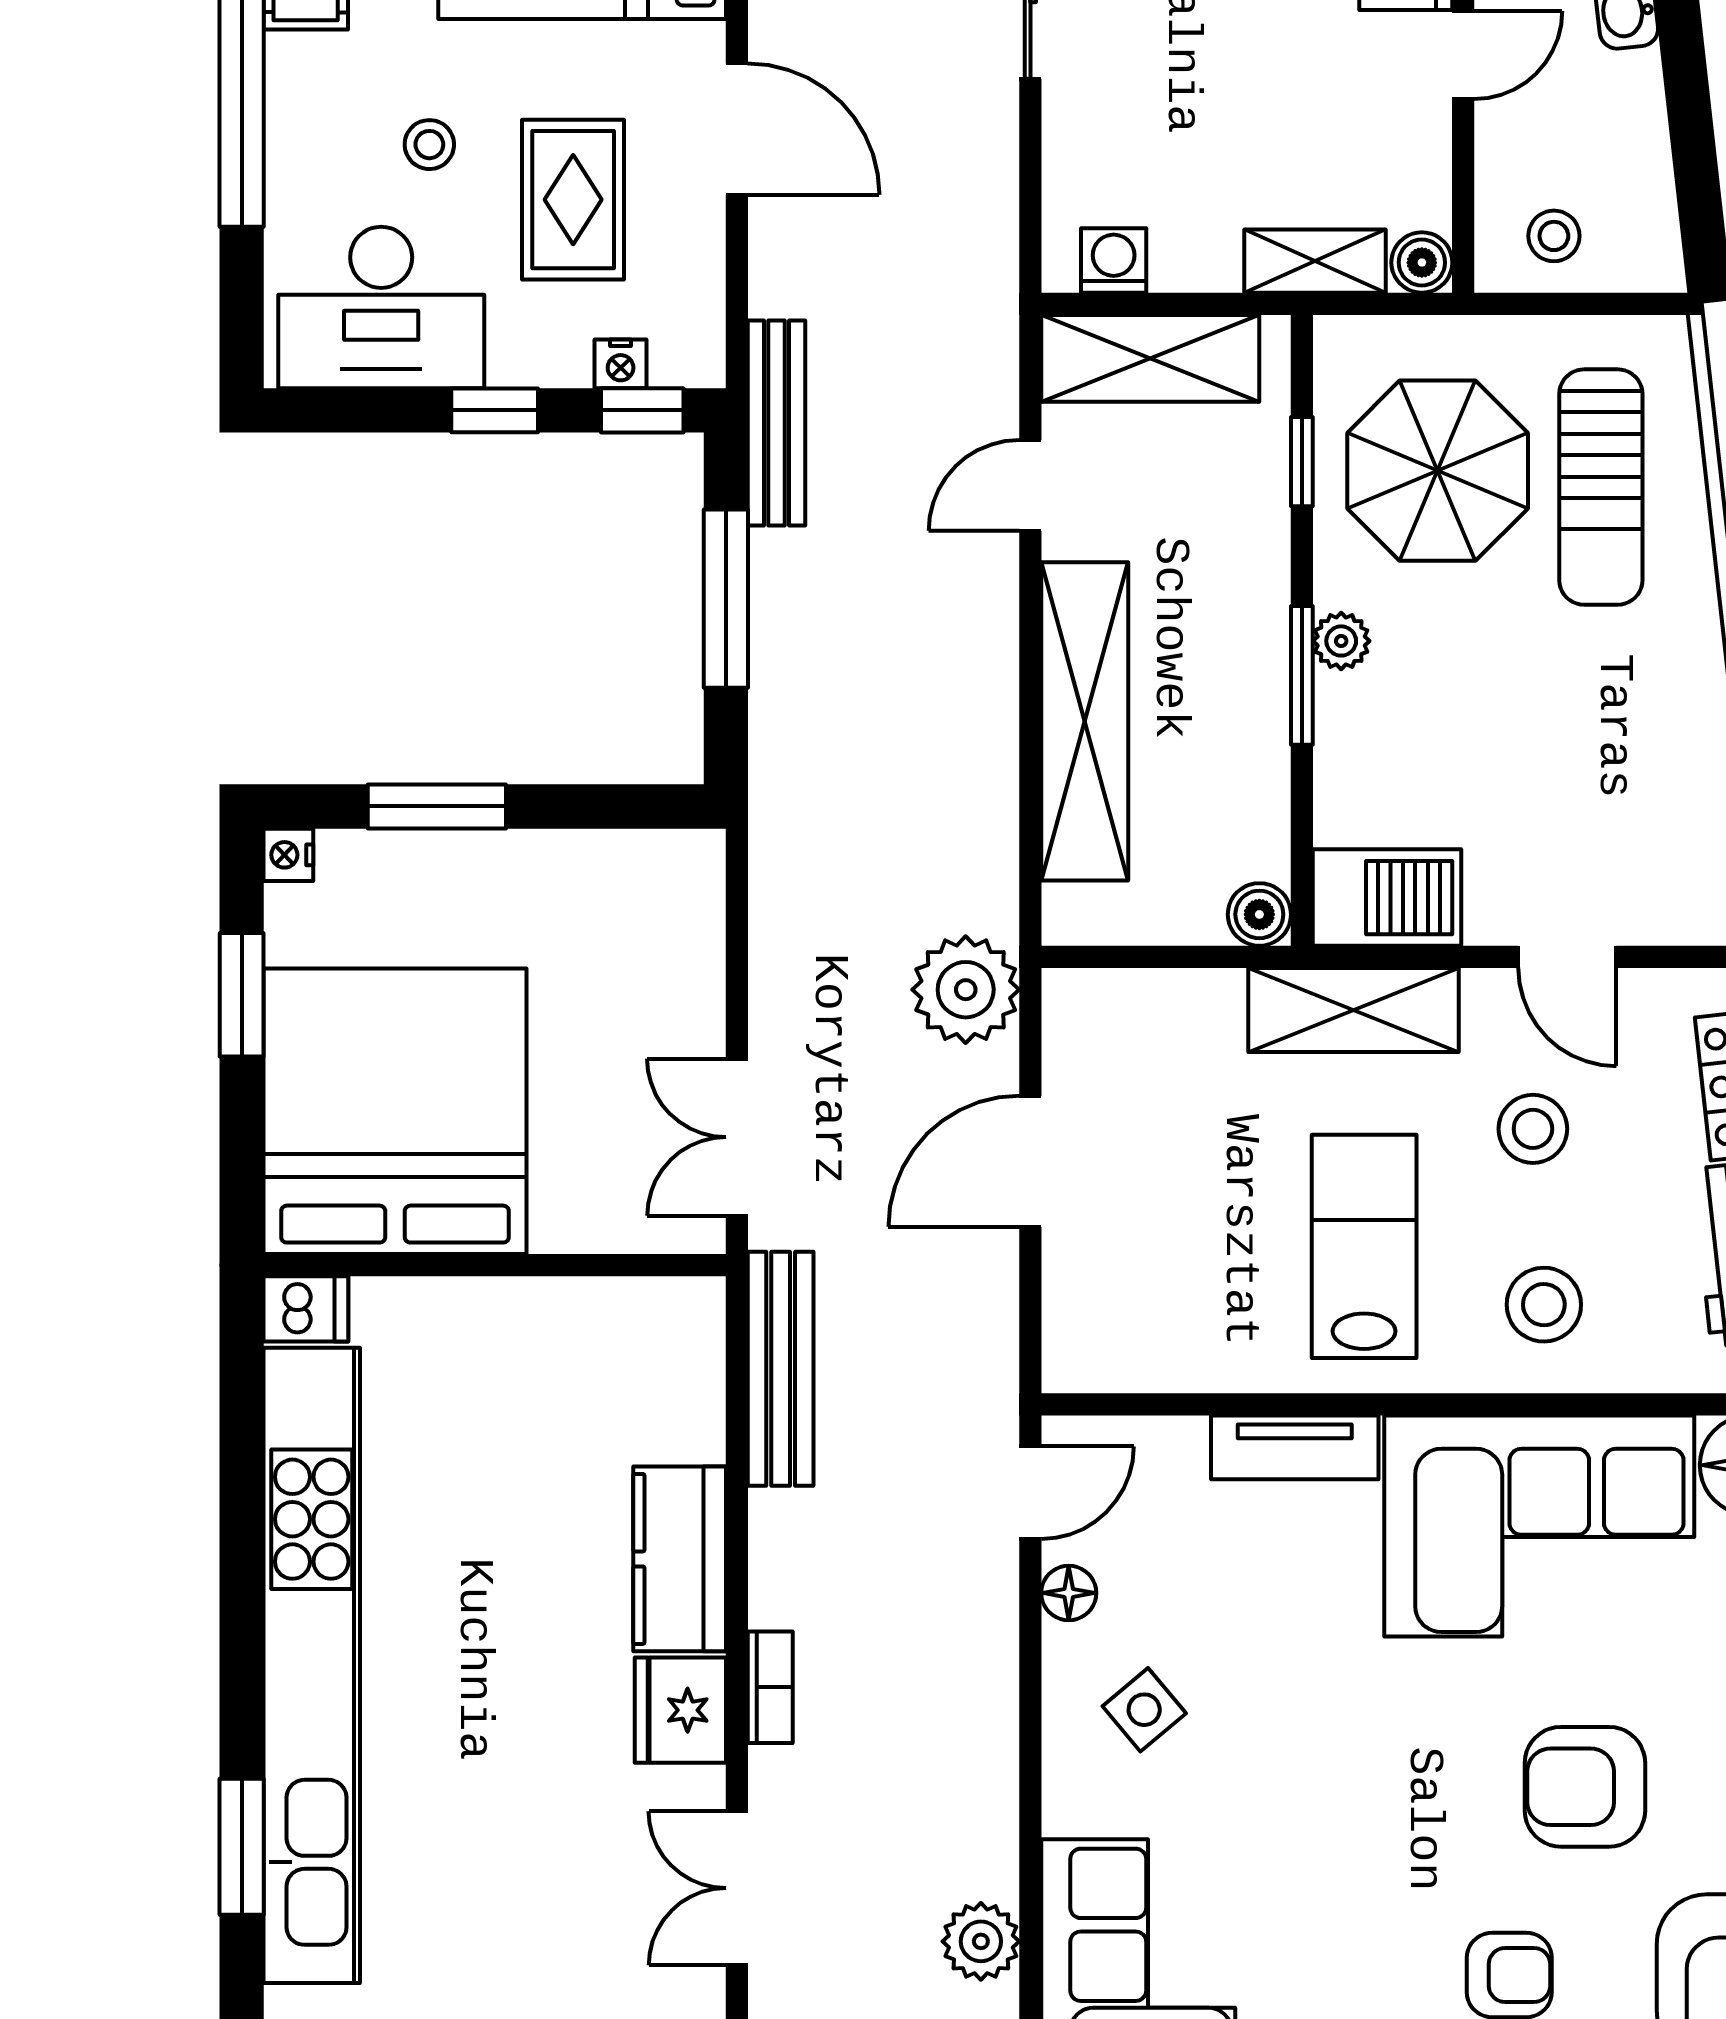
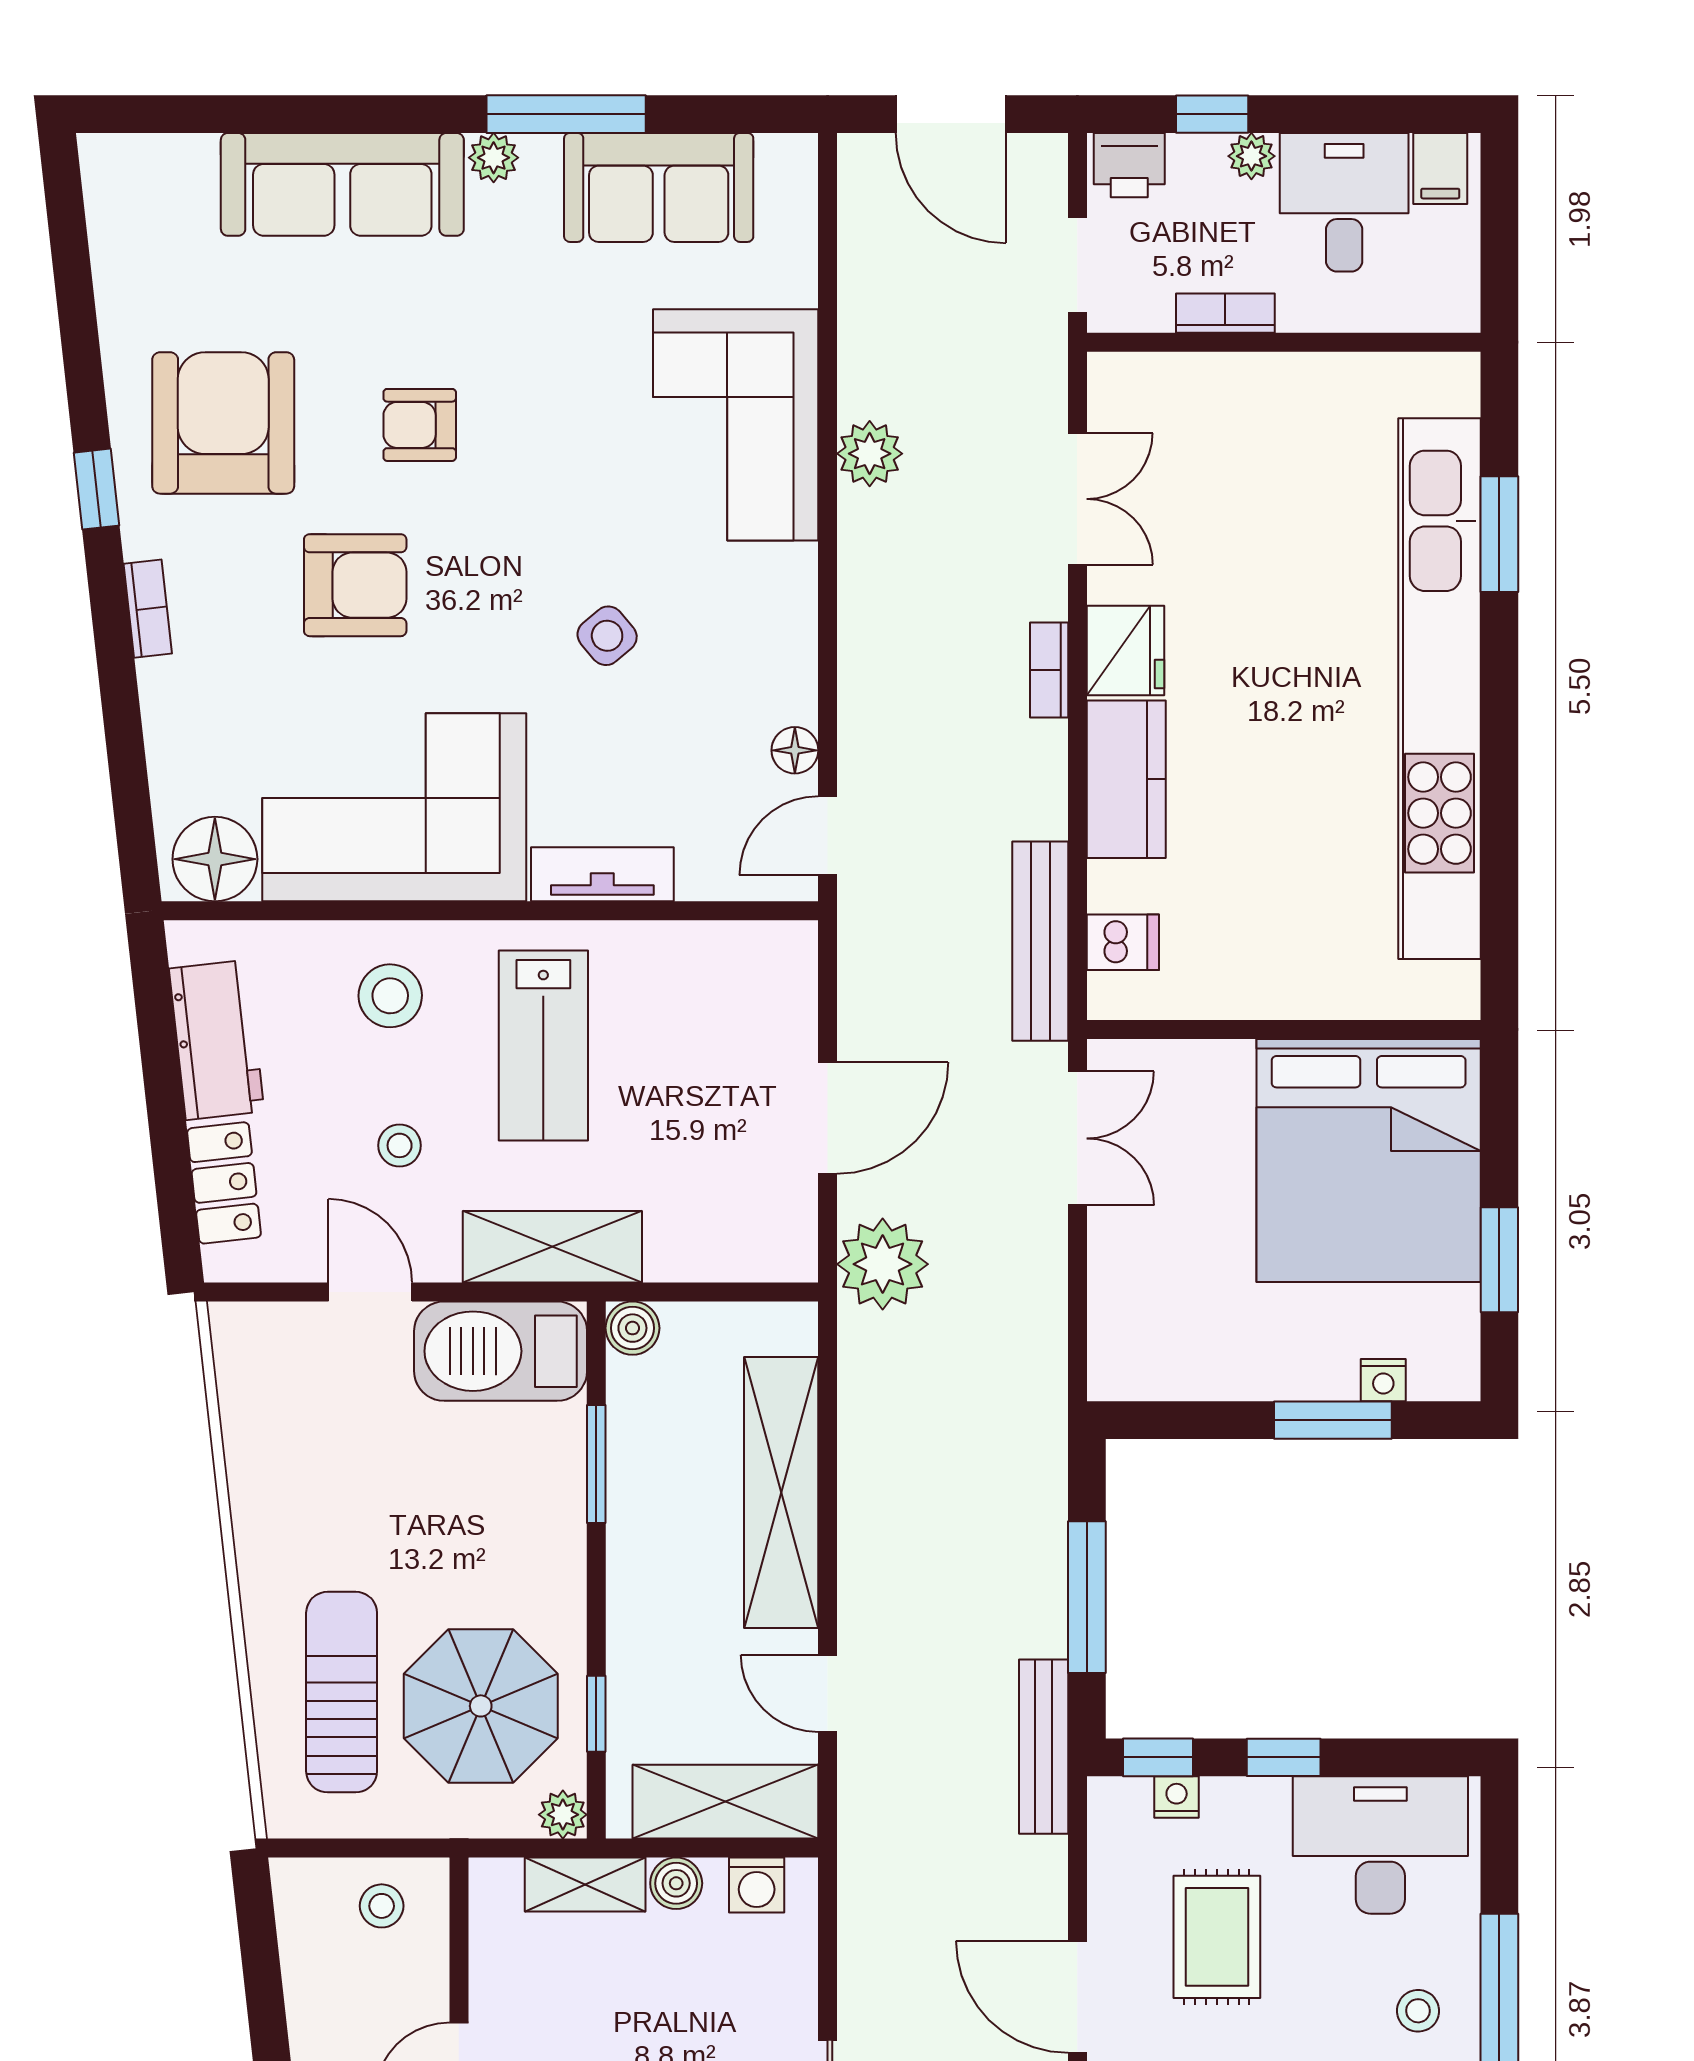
stool: (429, 145) -> (1418, 2011), moved
boiler: (1422, 263) -> (676, 1883), moved
door: (1030, 485) -> (828, 1693), swing flipped
plant: (1341, 641) -> (563, 1815), moved
window: (1302, 675) -> (596, 1464), moved
nightstand: (288, 855) -> (1383, 1380), moved, turned 90
barbecue: (1387, 898) -> (501, 1351), width x1.37, depth x1.21
stool: (1533, 1129) -> (400, 1145), width x0.73, depth x0.73
dishwasher: (306, 1309) -> (1123, 942), moved, turned 180
side table: (1144, 1710) -> (607, 636), moved

